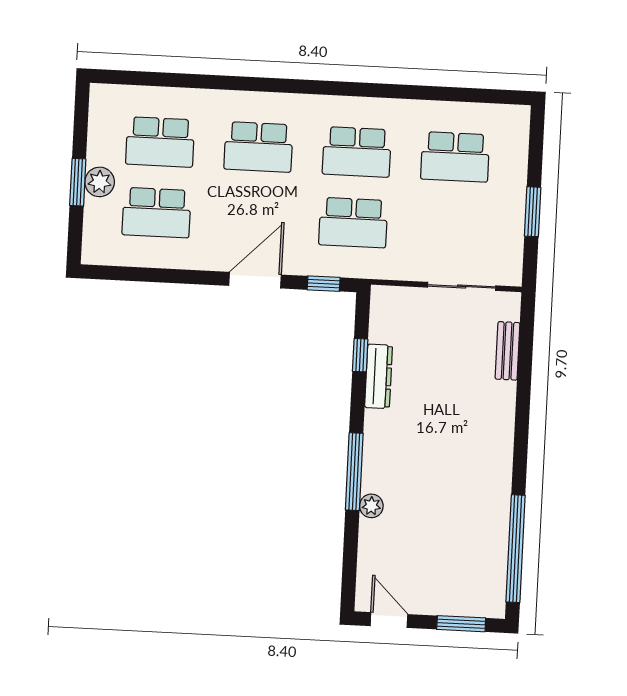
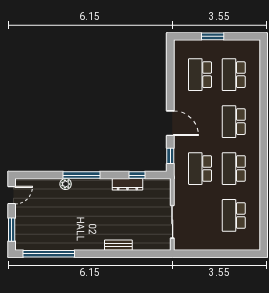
plant: (100, 182) -> (213, 47), removed
window: (533, 212) -> (210, 254), removed
bench: (508, 351) -> (118, 245), moved

